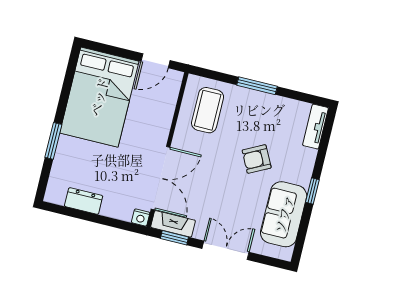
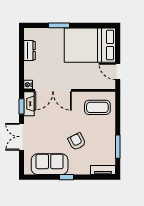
window: (257, 86) -> (118, 147), moved
double door: (226, 250) -> (21, 137), swing flipped

